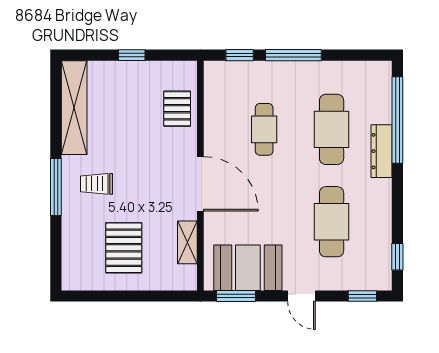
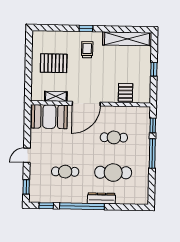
pallet: (177, 109) -> (125, 92), turned 90
window: (397, 120) -> (82, 206), moved
window: (56, 187) -> (86, 28), width x0.46
cafe table: (332, 222) -> (65, 172), width x0.73, depth x0.74
booth: (248, 268) -> (49, 117), moved, turned 90
window: (236, 296) -> (27, 121), removed

